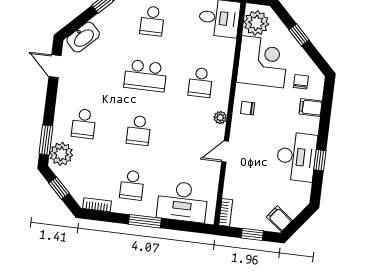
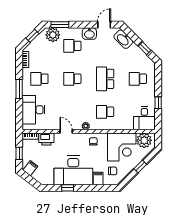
washbasin: (67, 93) -> (89, 34), added
desk: (296, 157) -> (73, 170), width x1.36, depth x1.30
printer: (234, 186) -> (46, 139), added

